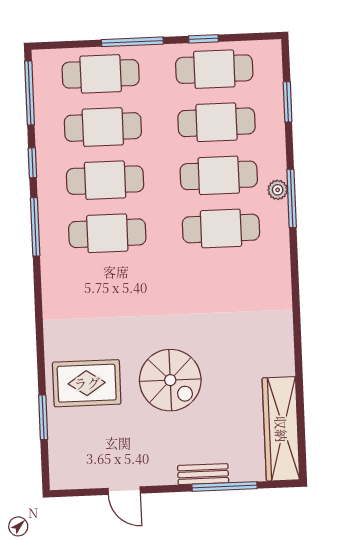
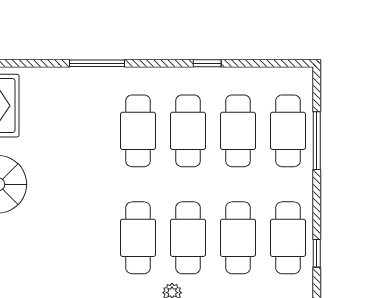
window: (204, 39) -> (317, 253), moved
window: (132, 42) -> (317, 141), moved
window: (30, 93) -> (273, 63), removed
window: (35, 227) -> (97, 63), moved

